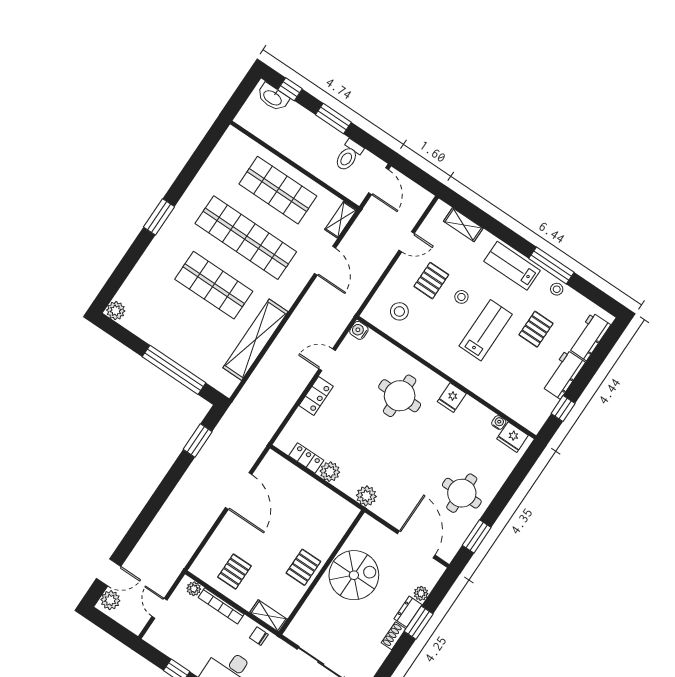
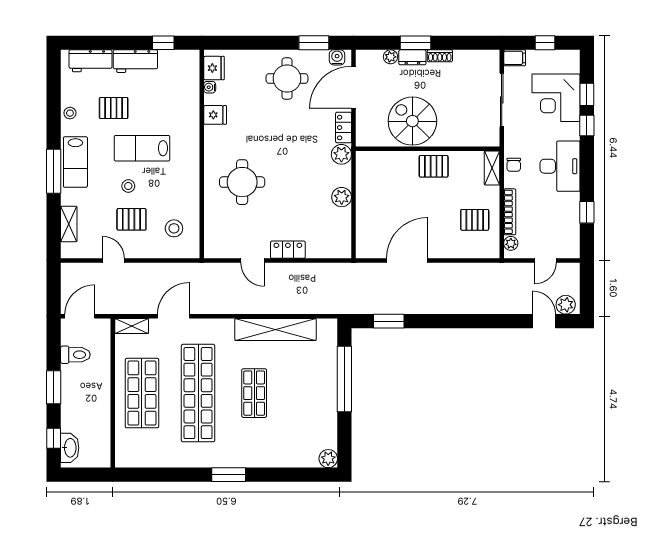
window: (551, 265) -> (54, 171), moved
shop shelf: (214, 285) -> (254, 393), width x0.70, depth x0.74
water cooler: (359, 330) -> (337, 57), moved, turned 180
fridge: (452, 398) -> (215, 115), moved
locker: (306, 458) -> (344, 128), moved

